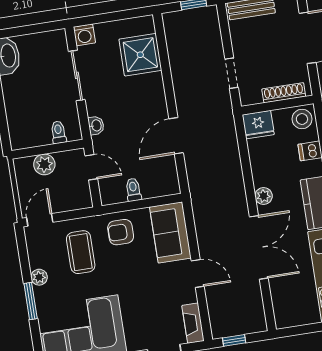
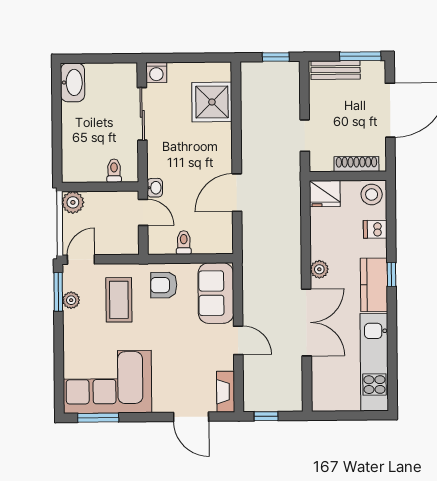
washbasin: (96, 125) -> (155, 188), moved
plant: (44, 164) -> (73, 202), moved
plant: (39, 277) -> (71, 300), moved
window: (31, 301) -> (58, 292), moved

